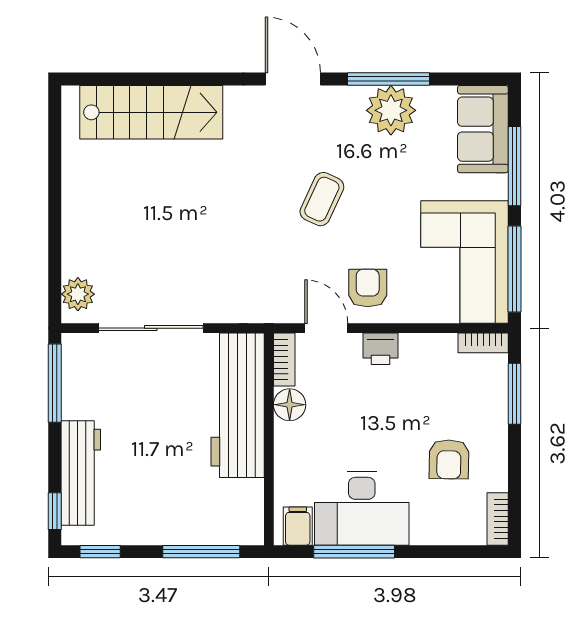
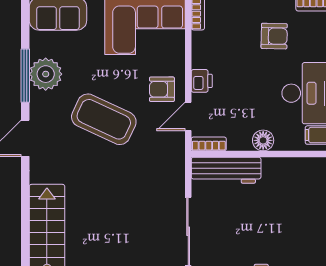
coffee table: (322, 199) -> (104, 119), width x1.86, depth x1.72
workbench: (238, 405) -> (226, 170), width x0.73, depth x0.76
floor lamp: (290, 405) -> (263, 140), moved

